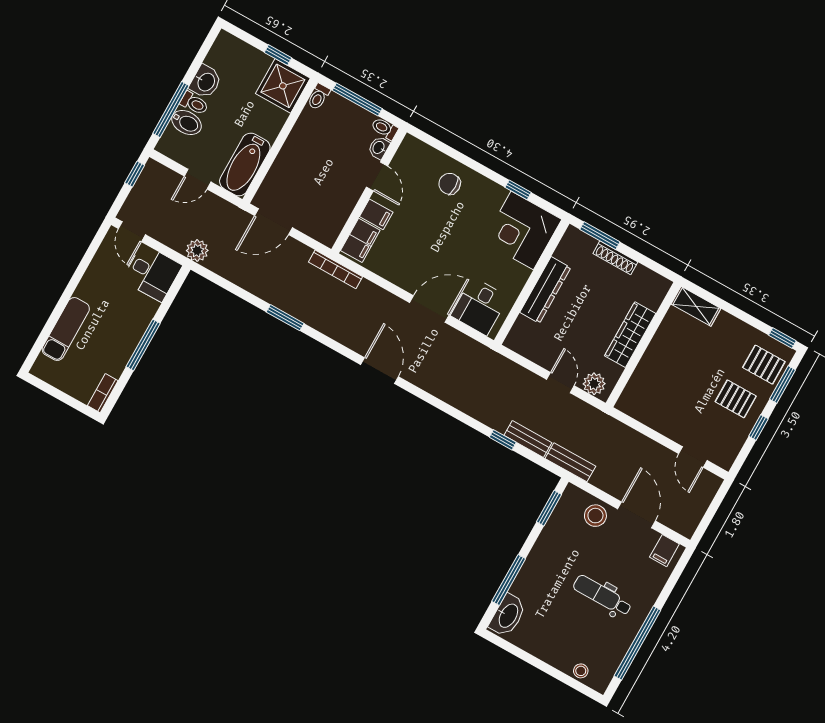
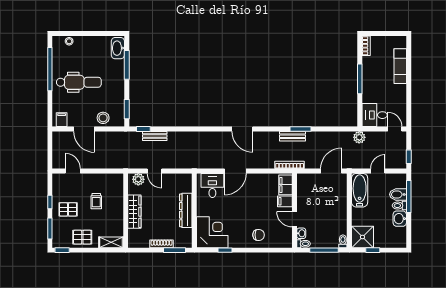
pallet: (764, 365) -> (82, 237), moved
trolley: (682, 387) -> (96, 201), added
window: (503, 440) -> (143, 129), moved
bench: (570, 462) -> (292, 136), moved
dental chair: (602, 596) -> (79, 82), width x1.36, depth x1.38

